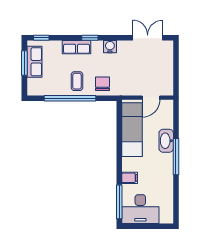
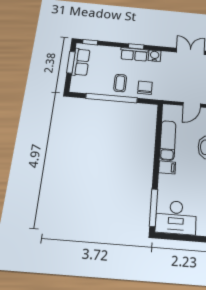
row of seats: (77, 47) -> (134, 54), moved
exam couch: (132, 130) -> (168, 140), width x0.73, depth x0.69
filing cabinet: (130, 178) -> (167, 167), moved

